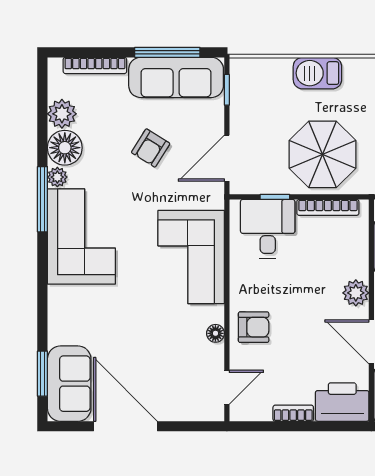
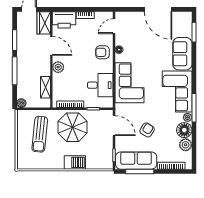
door: (227, 158) -> (114, 126), hinge flipped
desk: (268, 229) -> (100, 85), moved, turned -90
sofa: (69, 384) -> (182, 54), moved

